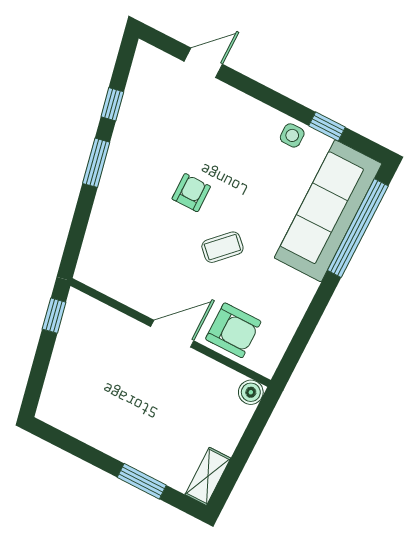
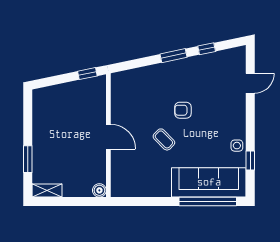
door: (203, 63) -> (250, 83), hinge flipped
armchair: (191, 193) -> (183, 110), turned 180
armchair: (233, 330) -> (126, 166), removed

